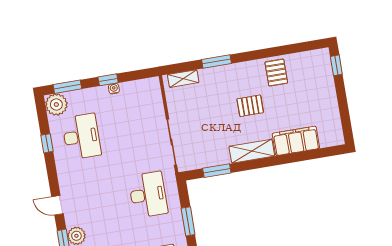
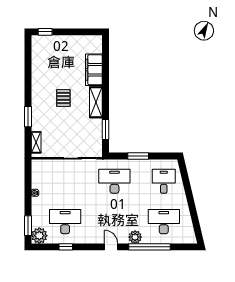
pallet: (276, 73) -> (43, 75), removed
window: (108, 80) -> (28, 196), removed
door: (57, 205) -> (111, 247), swing flipped

